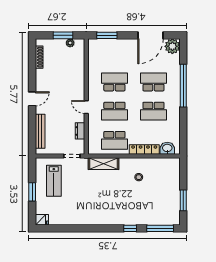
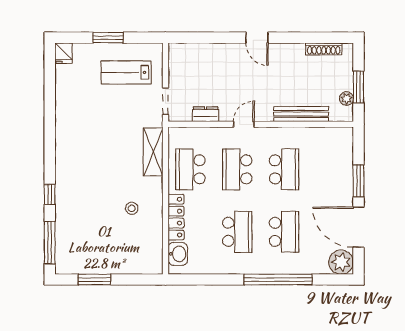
window: (107, 35) -> (358, 181), moved
school desk: (153, 111) -> (237, 232), turned 180
bench: (40, 131) -> (301, 114), moved

